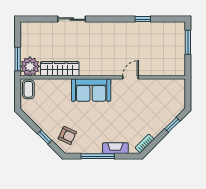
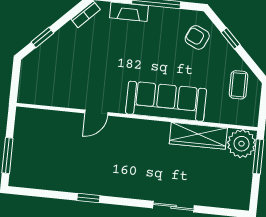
window: (143, 19) -> (88, 198), moved
coffee table: (28, 89) -> (238, 85), moved
sofa: (91, 90) -> (166, 101), width x1.36

